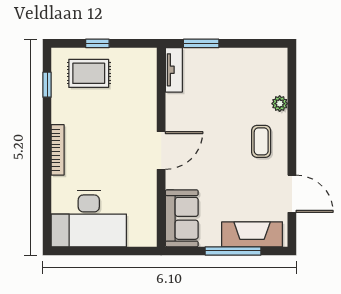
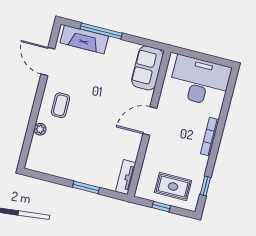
tv unit: (174, 70) -> (126, 177), moved
wall: (161, 147) -> (149, 123), moved
door: (161, 151) -> (150, 121), moved
sofa: (182, 218) -> (147, 68), moved

